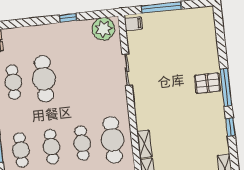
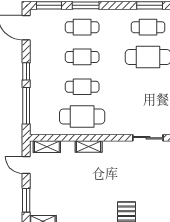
shelving: (144, 144) -> (89, 146), moved

